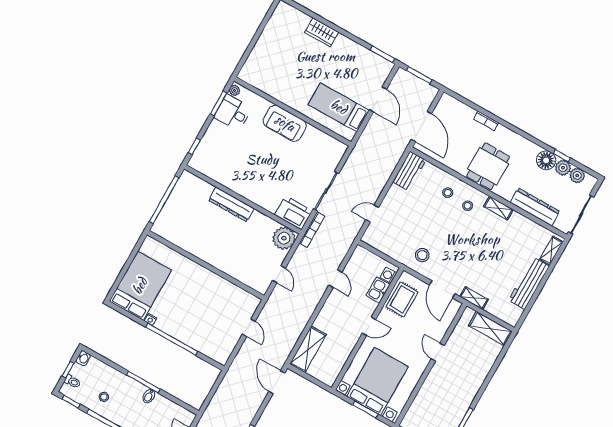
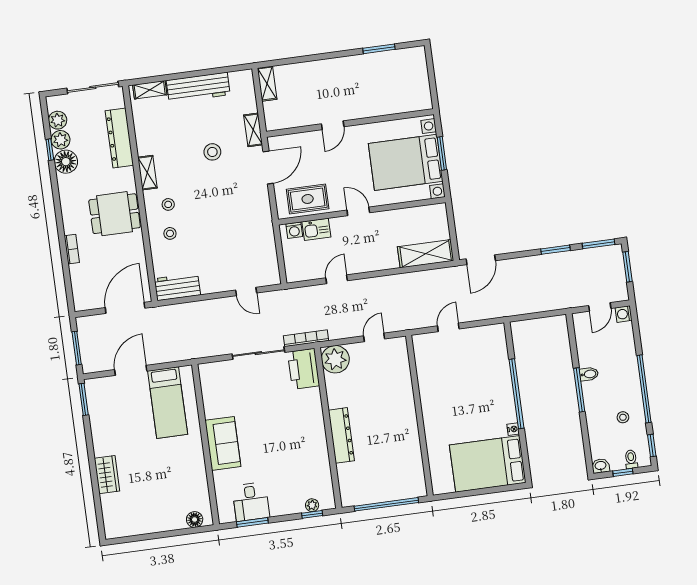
floor lamp: (249, 67) -> (195, 520), added
plant: (235, 90) -> (312, 505), moved
stool: (422, 255) -> (212, 152), moved
shelving: (490, 329) -> (267, 84), width x0.67, depth x0.75

